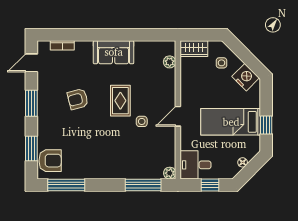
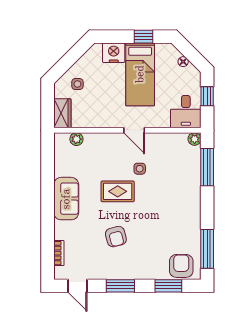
nightstand: (246, 77) -> (114, 53), moved, turned 45

